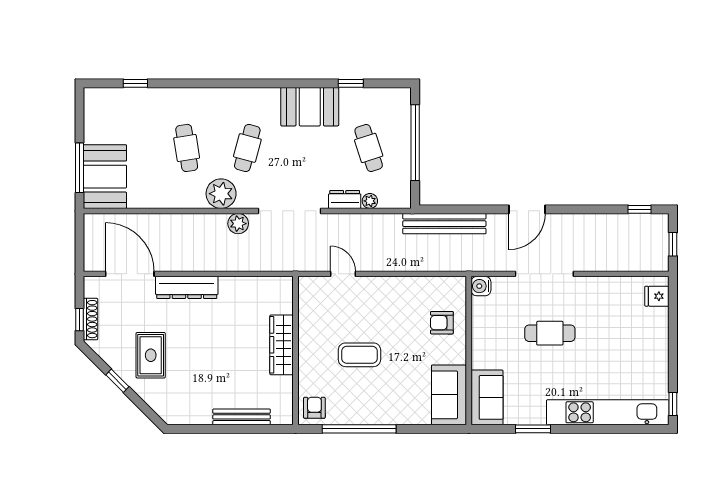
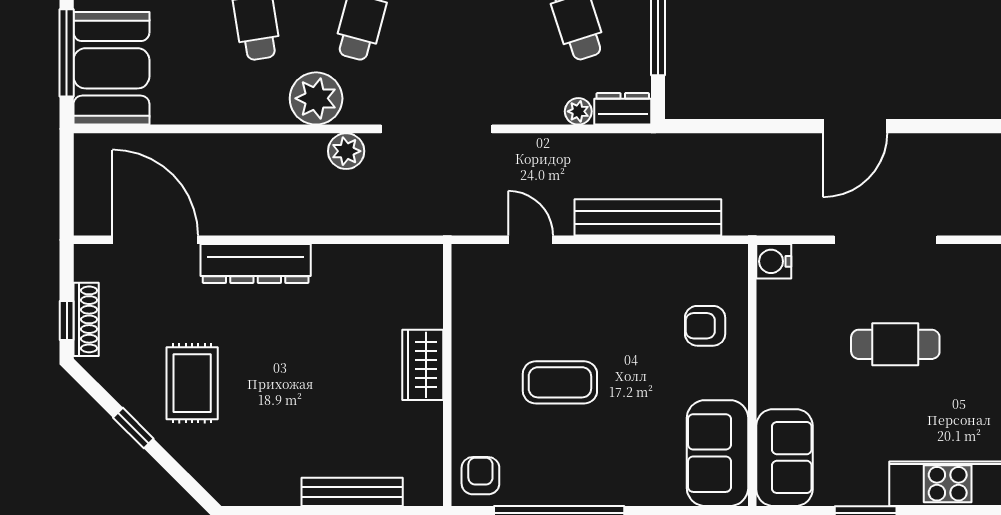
dresser: (345, 200) -> (623, 109), moved
bench: (444, 224) -> (648, 217), moved
wardrobe: (282, 345) -> (423, 365), width x0.67

